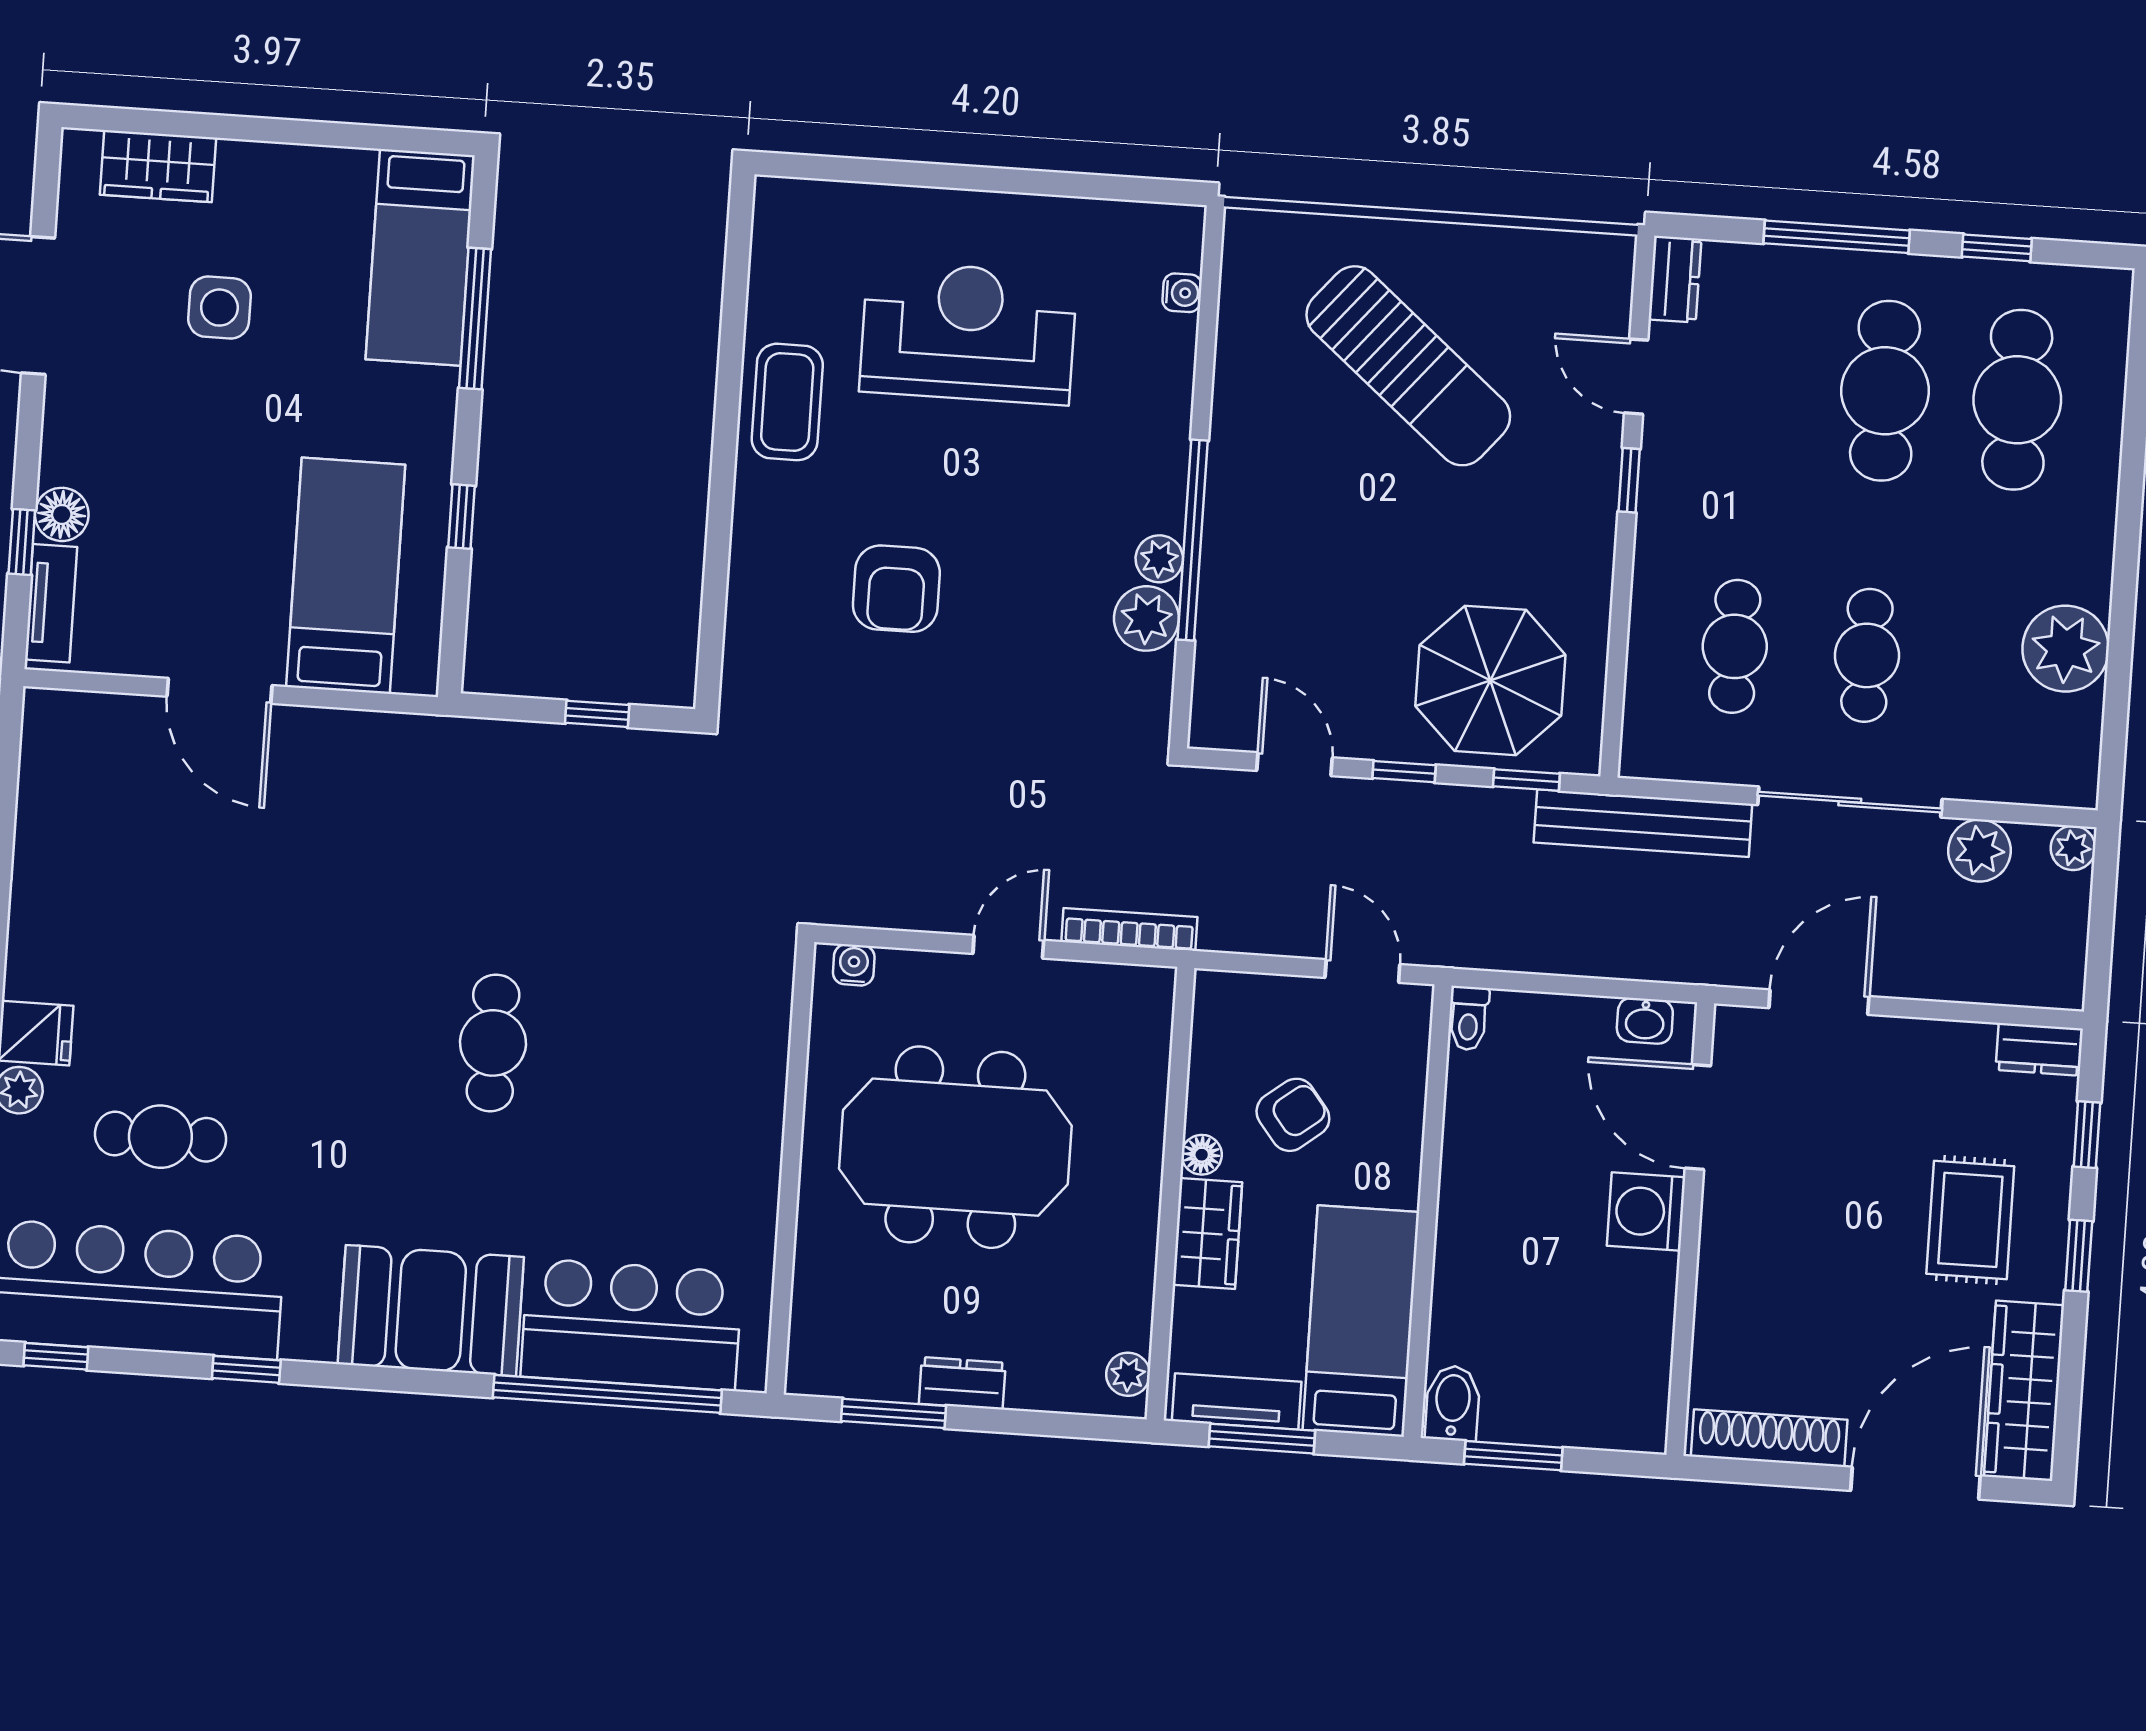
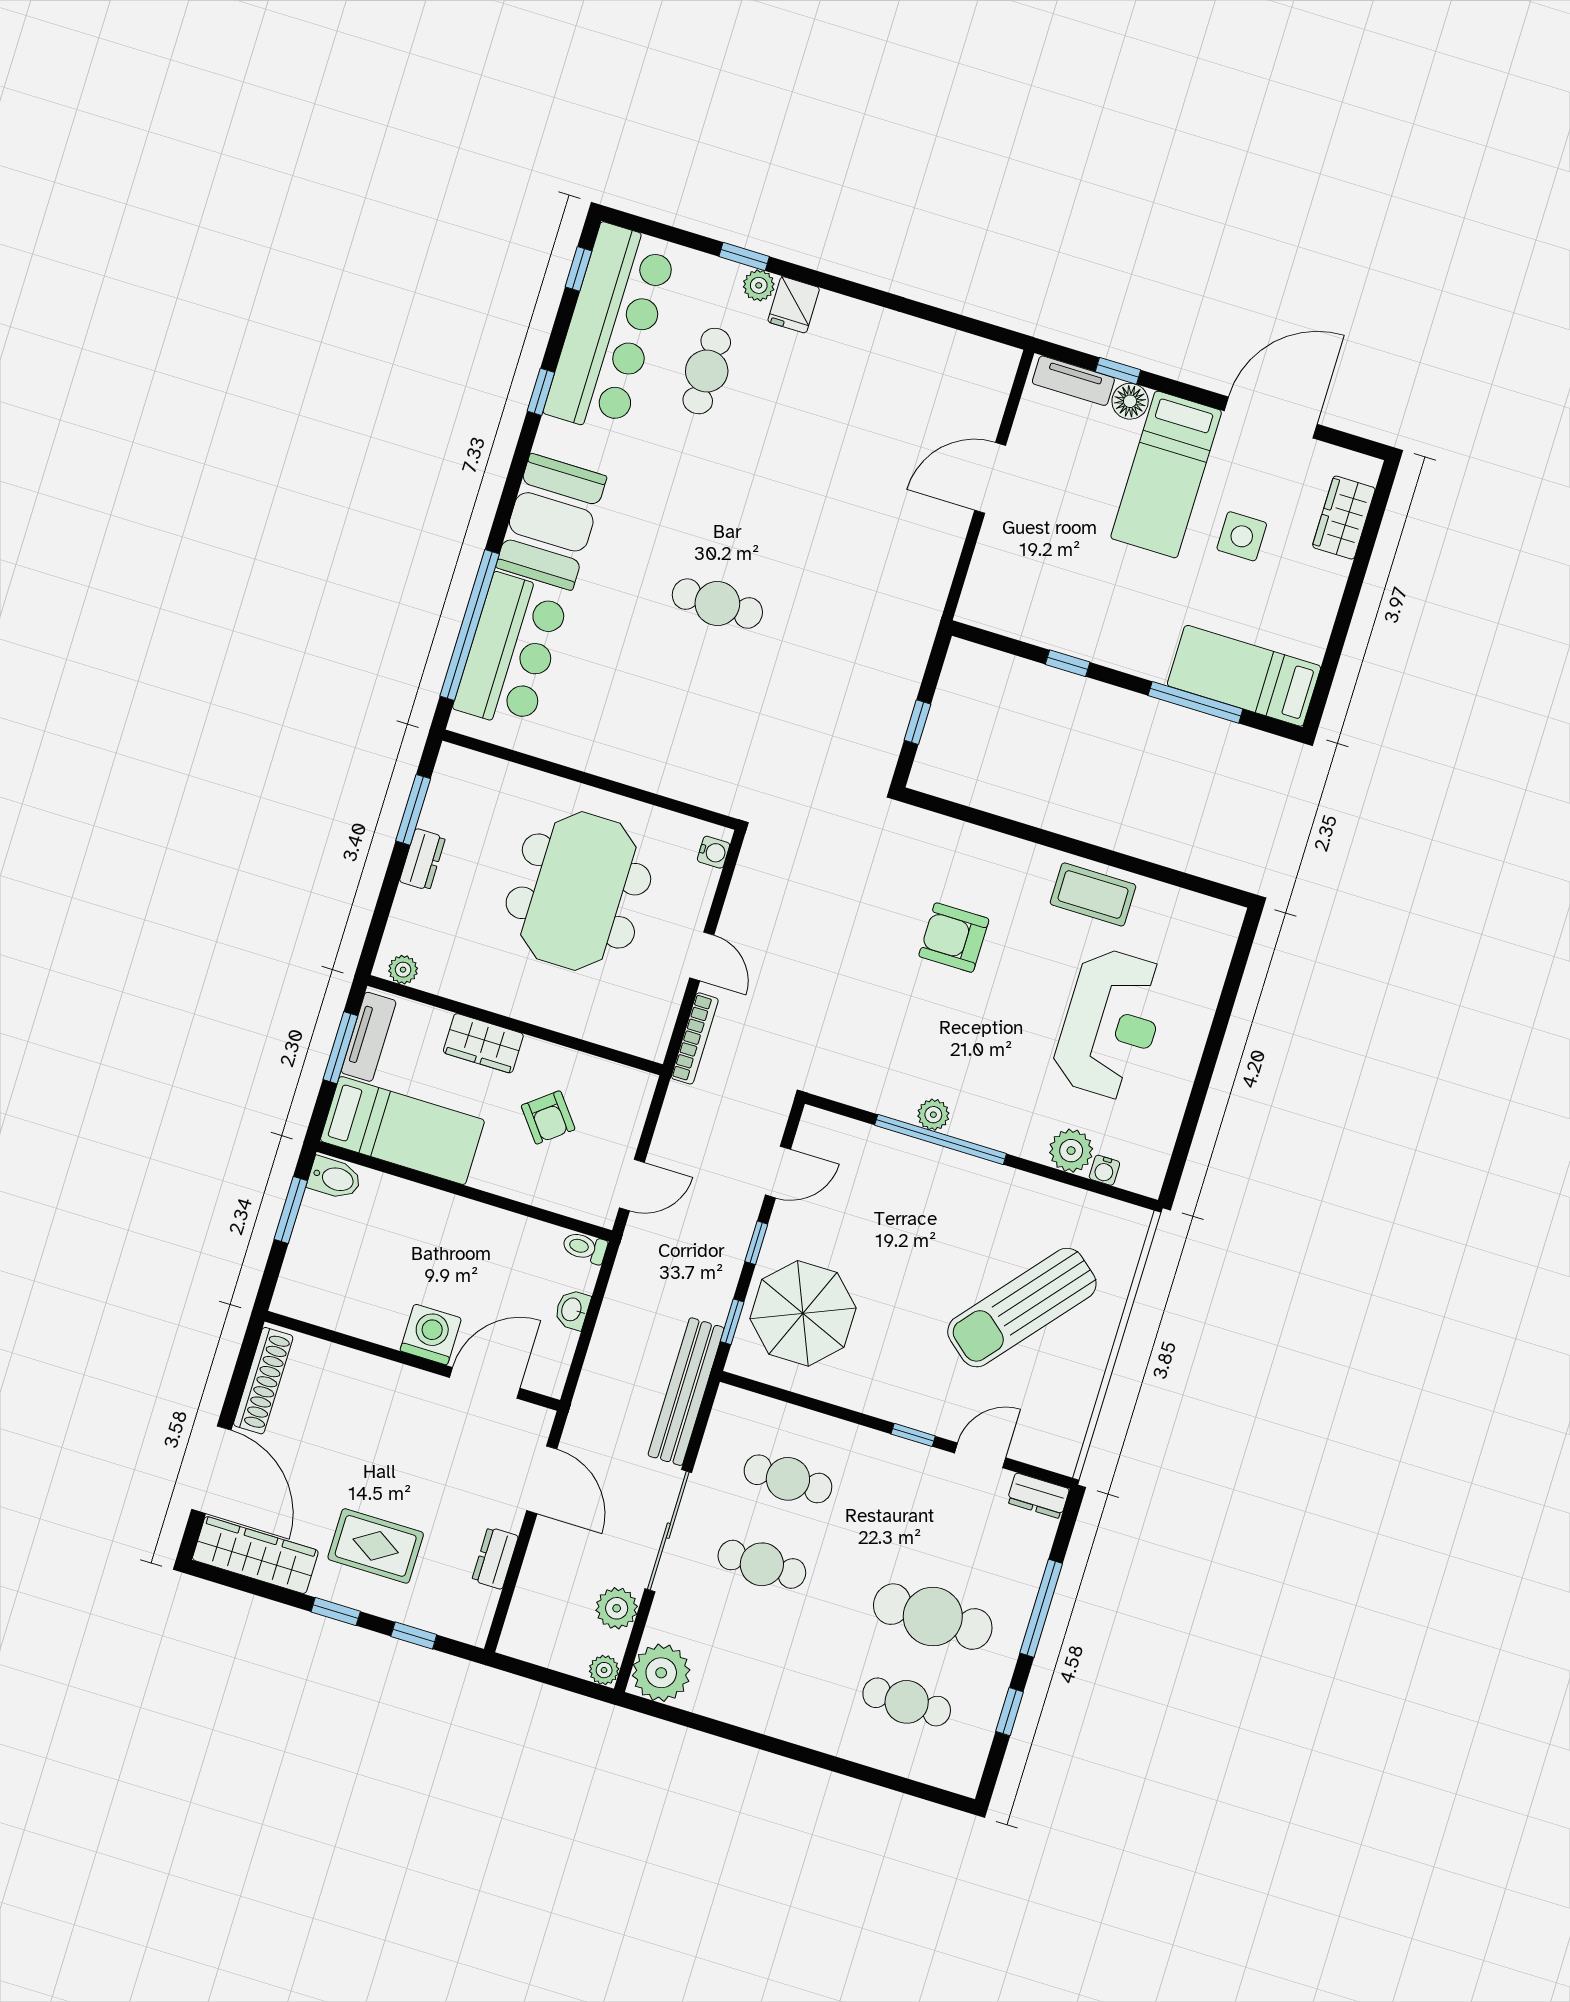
cafe table: (2017, 400) -> (907, 1702), width x0.73, depth x0.74
bed: (346, 576) -> (1166, 474), moved, turned 90
plant: (1146, 618) -> (1071, 1151), moved
plant: (2066, 649) -> (661, 1673), moved
washbasin: (1645, 1021) -> (572, 1310), moved
dresser: (2039, 1049) -> (495, 1558), moved
floor lamp: (1202, 1155) -> (536, 1051), removed

